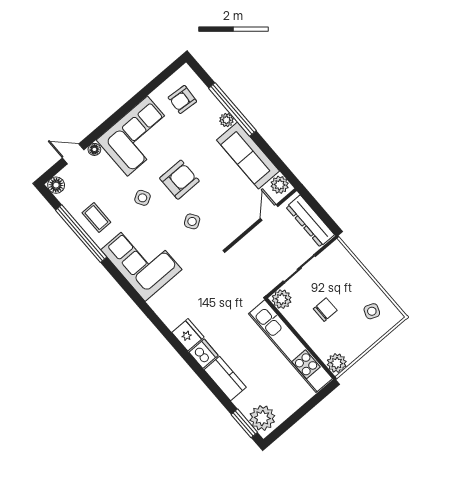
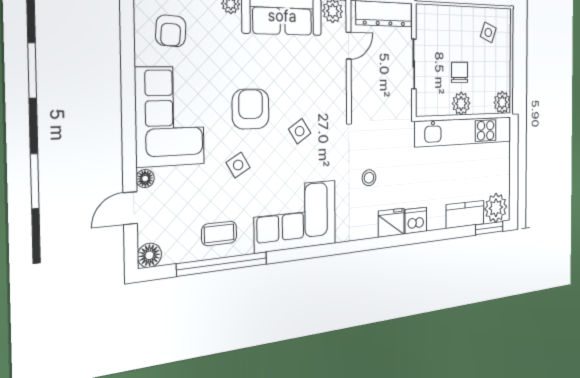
door: (269, 212) -> (349, 46), swing flipped
stool: (203, 294) -> (369, 178), added
plant: (282, 299) -> (461, 103), moved
kitchen counter: (225, 379) -> (465, 214), moved

